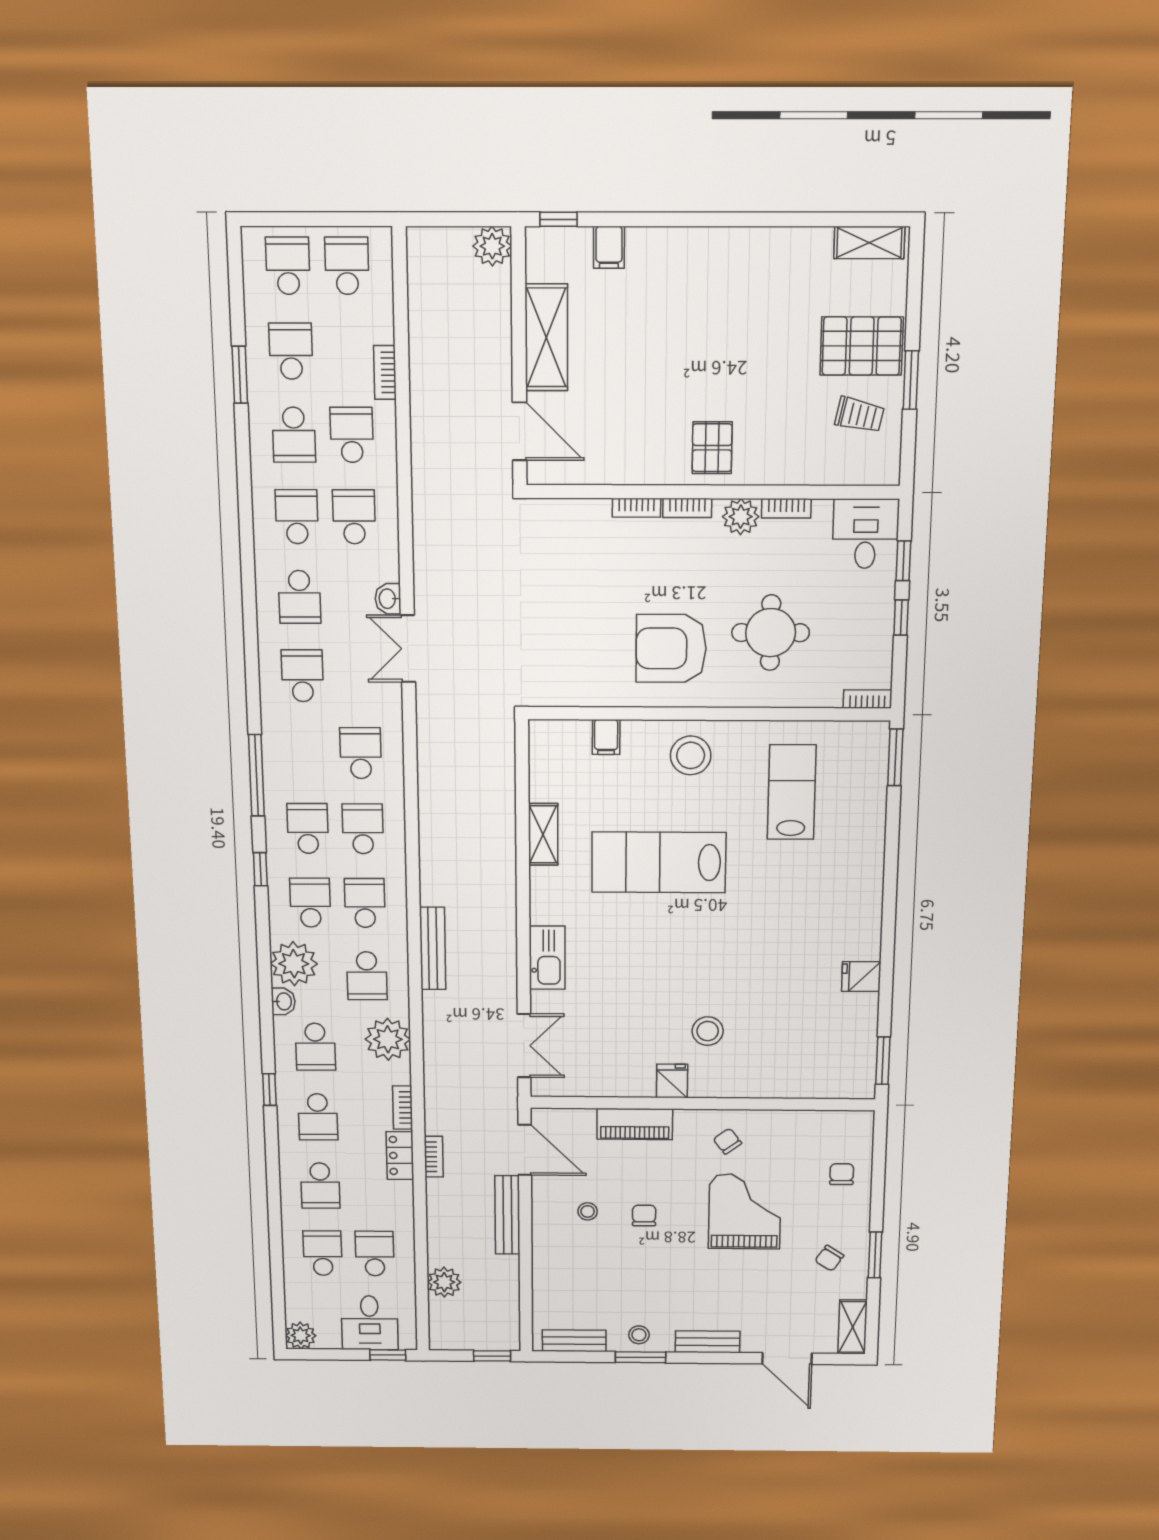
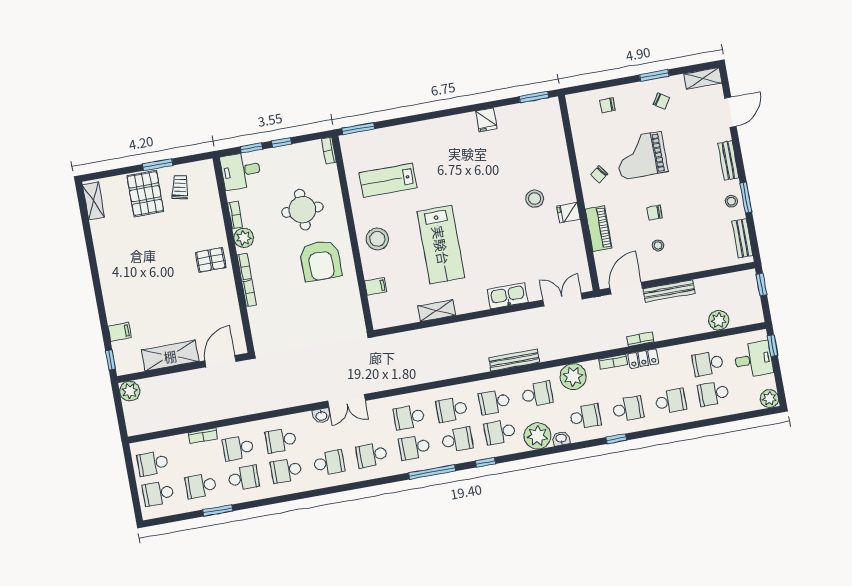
school desk: (305, 753) -> (414, 447), added
school desk: (308, 828) -> (457, 440), turned 180

